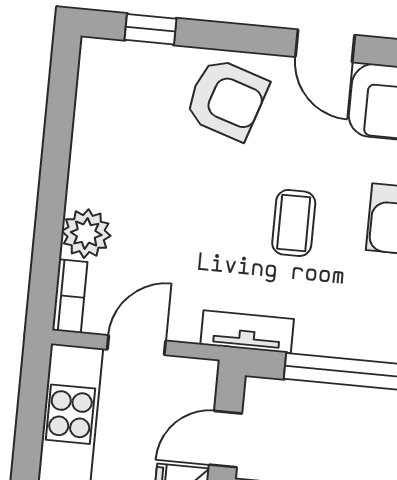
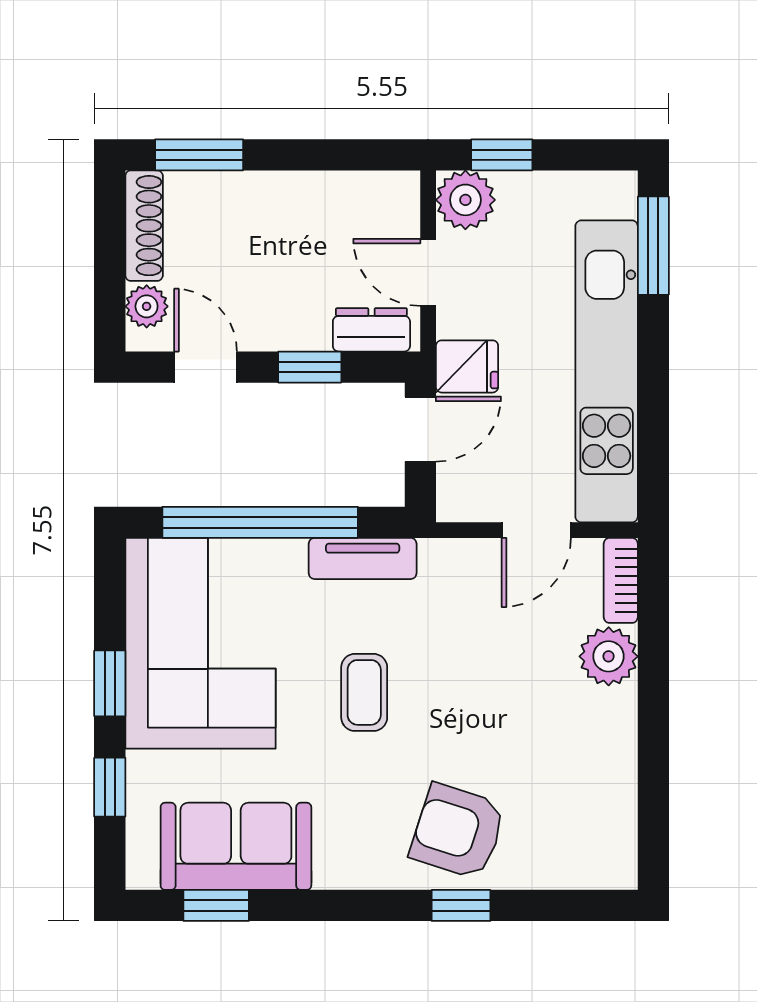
window: (151, 29) -> (461, 905), moved
door: (325, 46) -> (347, 905), removed
tv unit: (247, 332) -> (363, 558), moved

